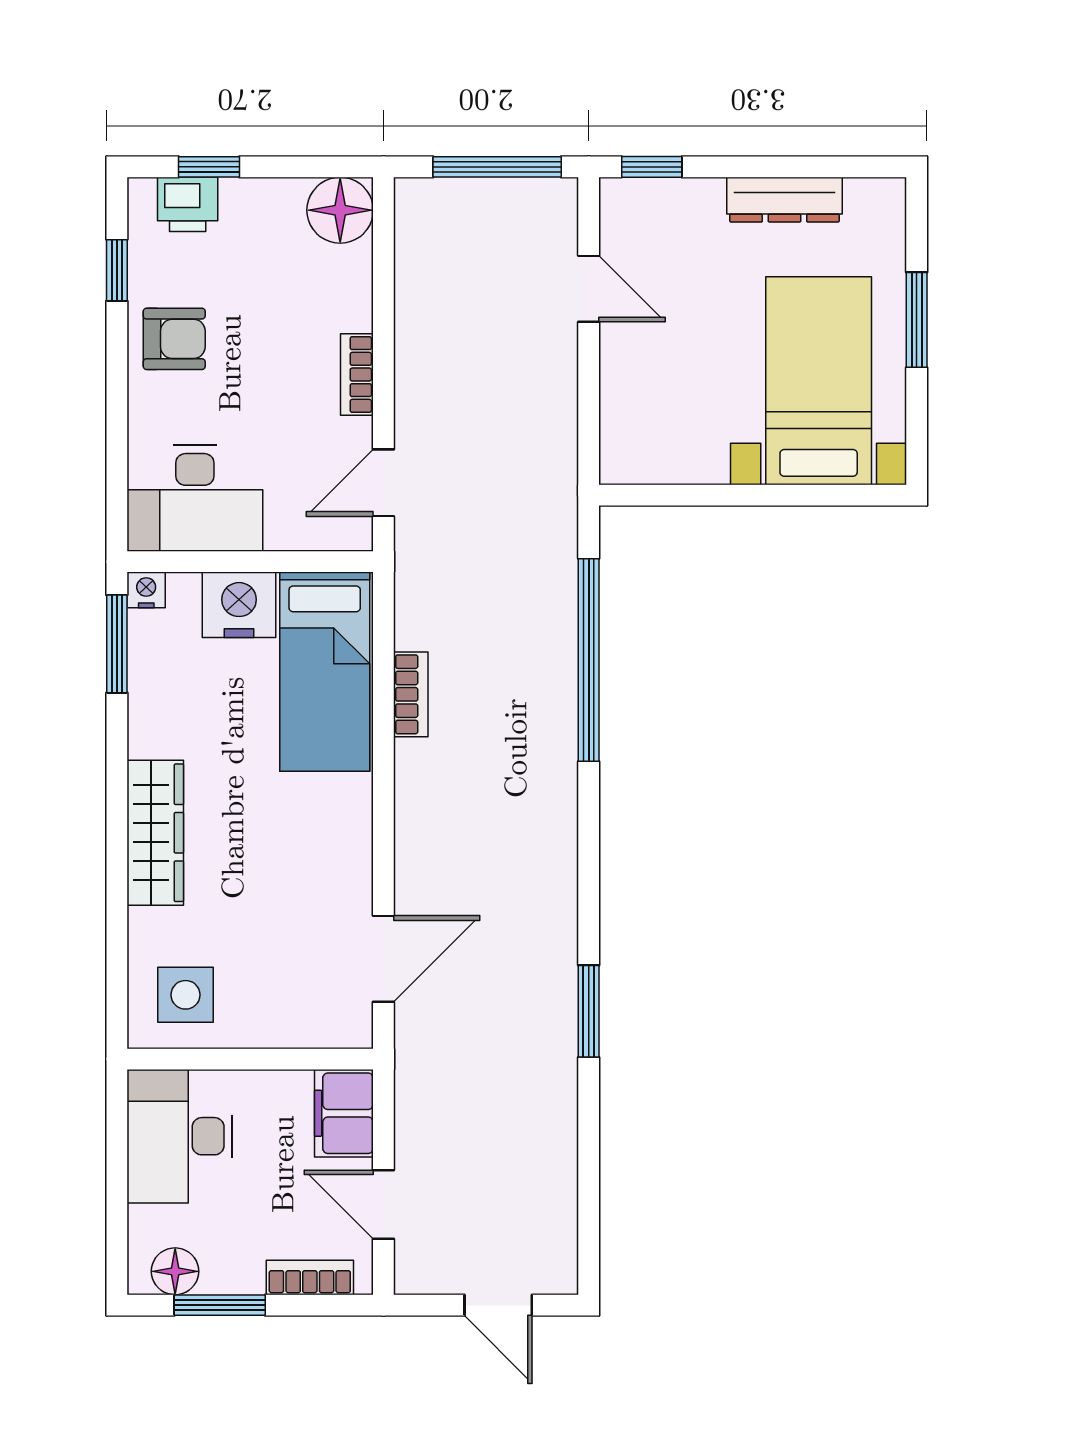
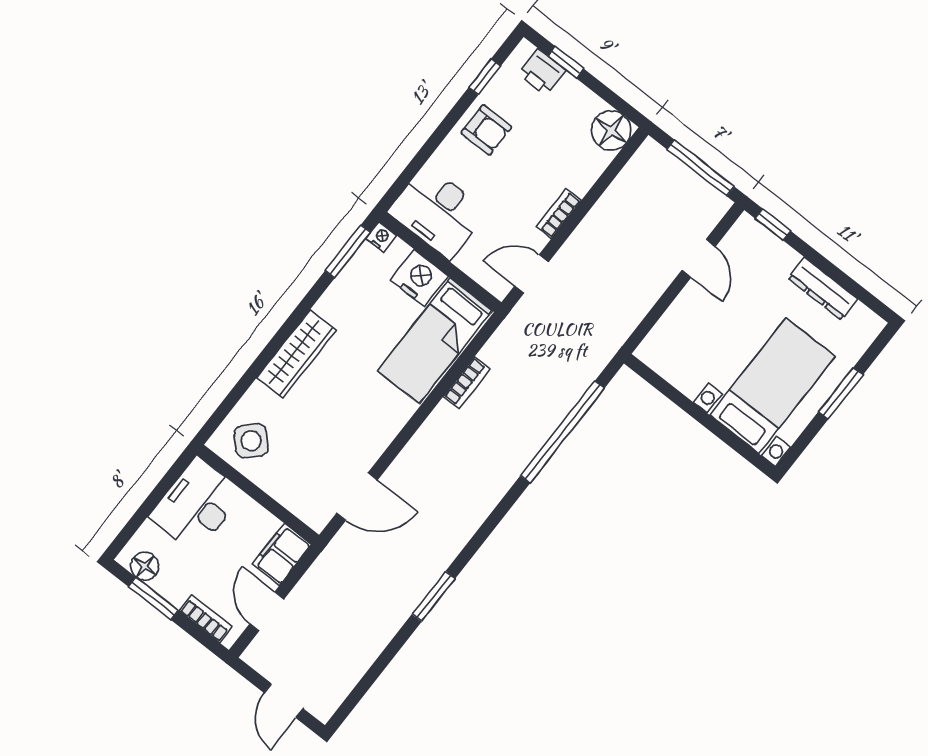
side table: (186, 995) -> (251, 441), turned 45

